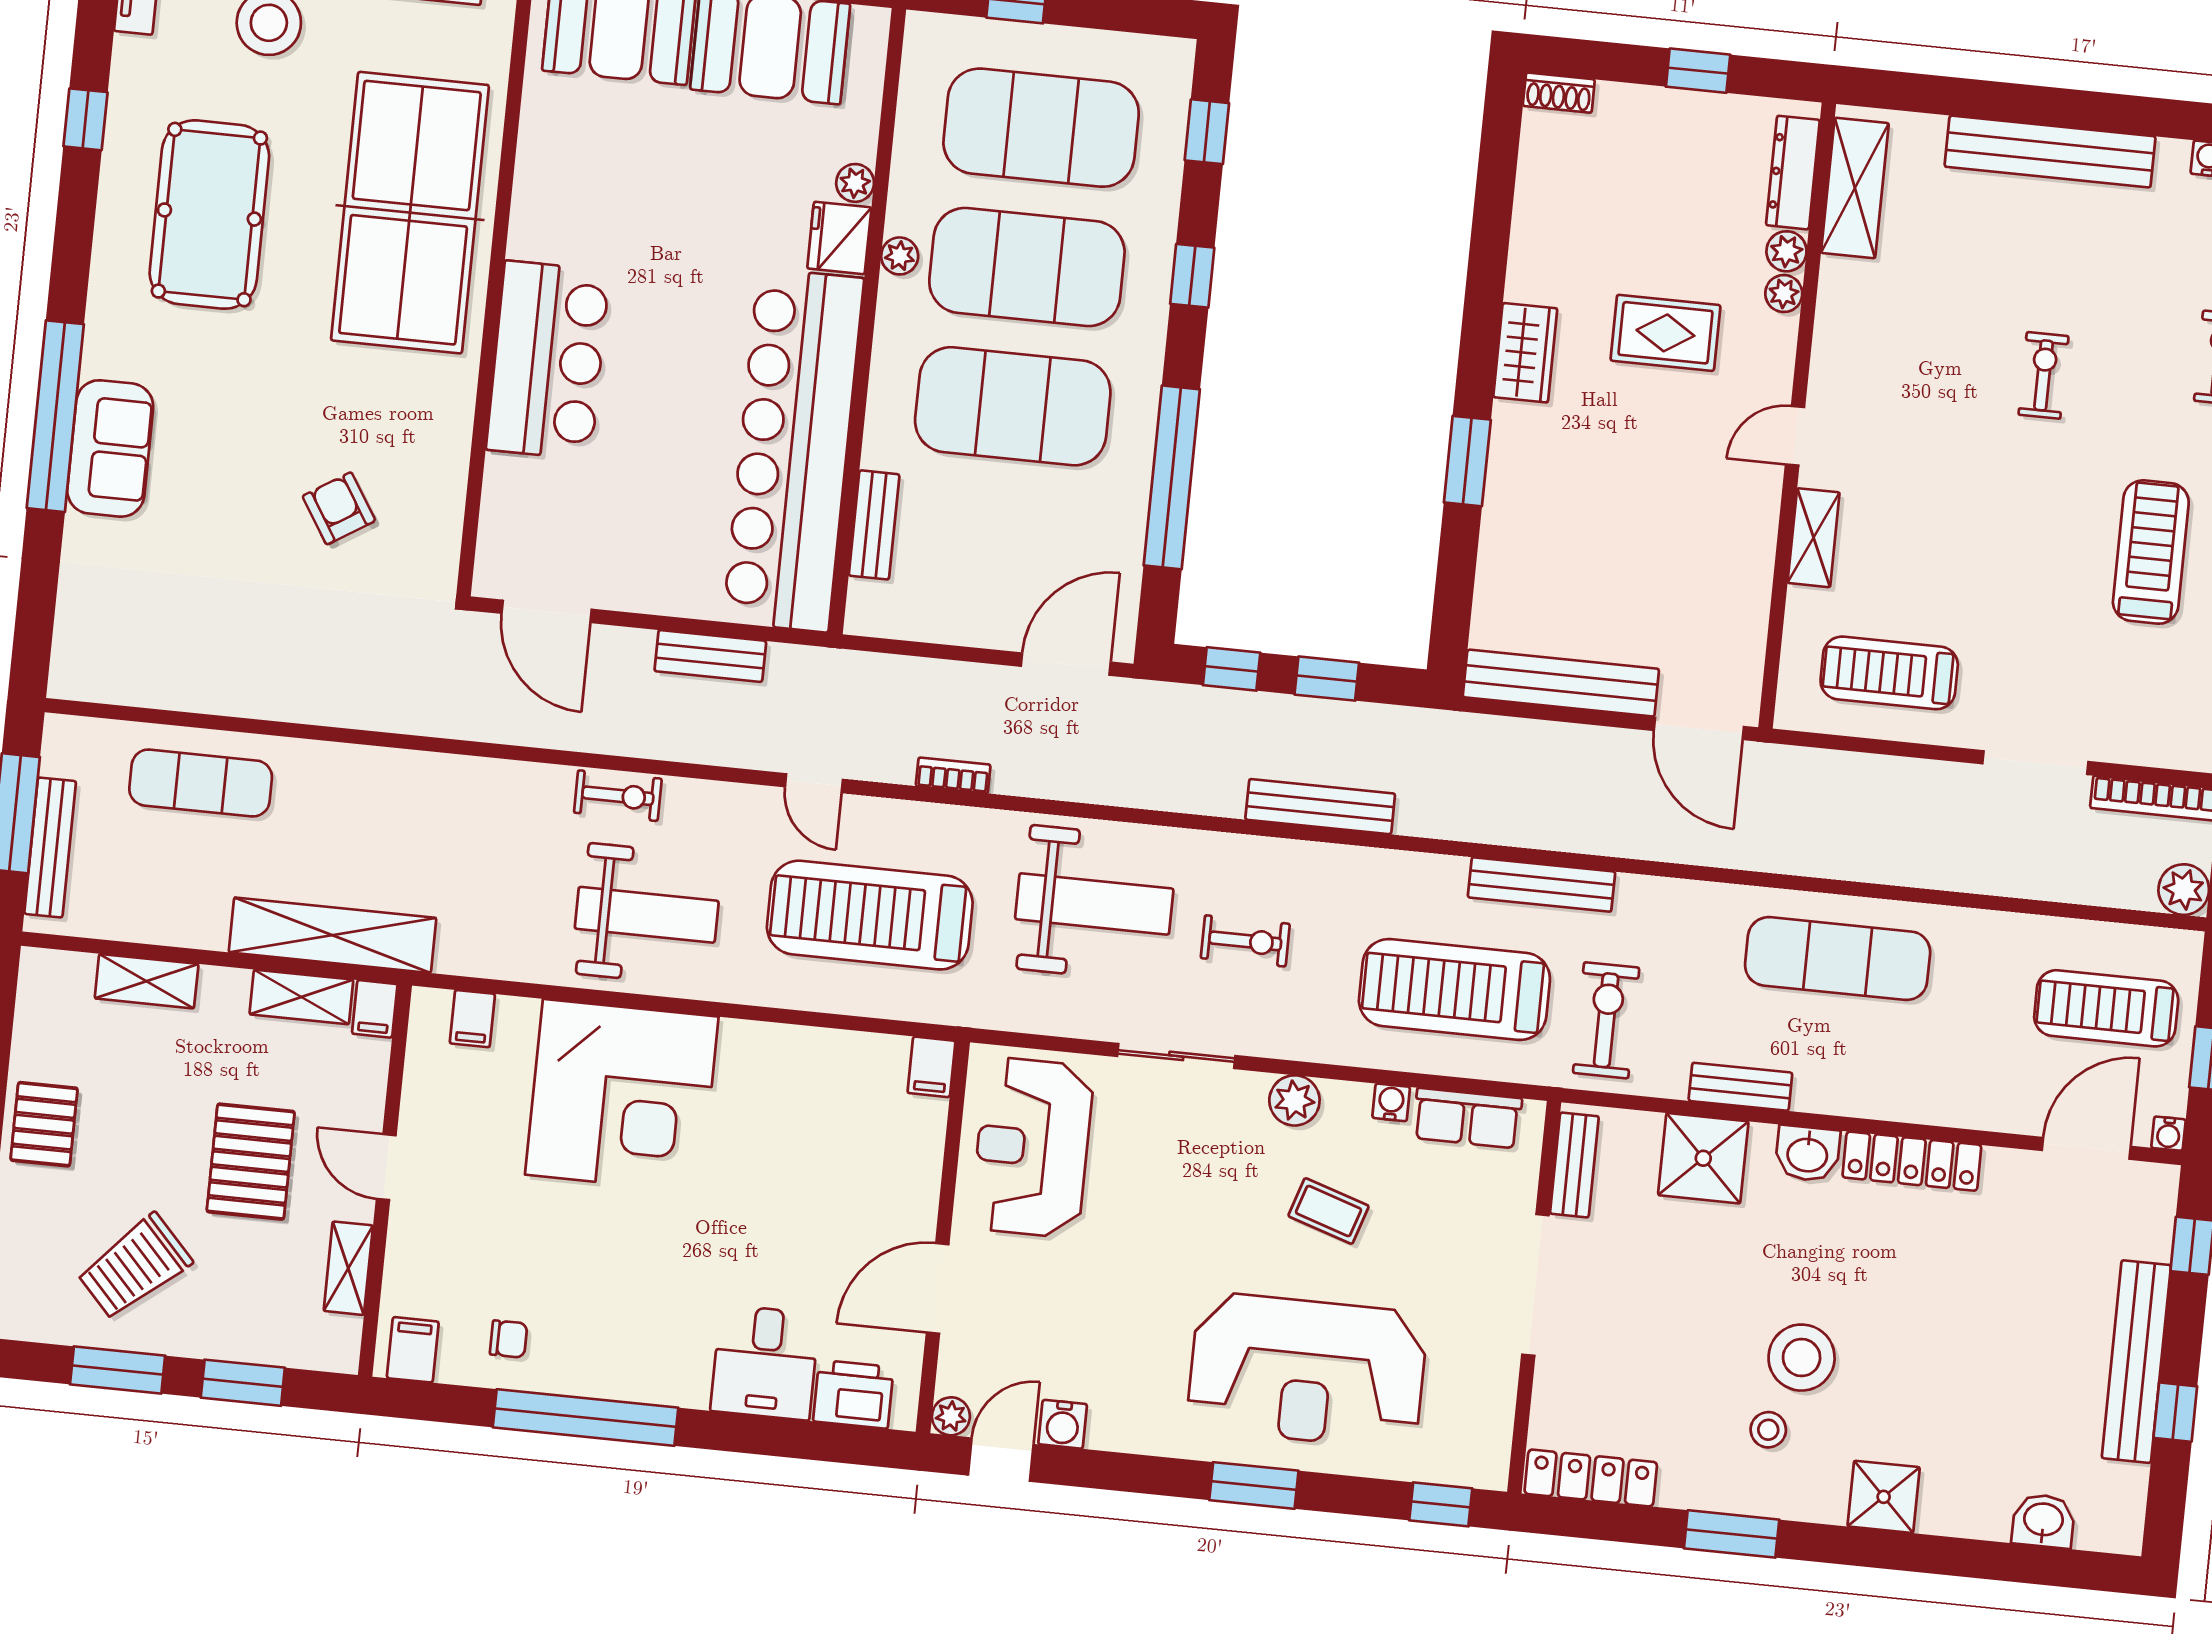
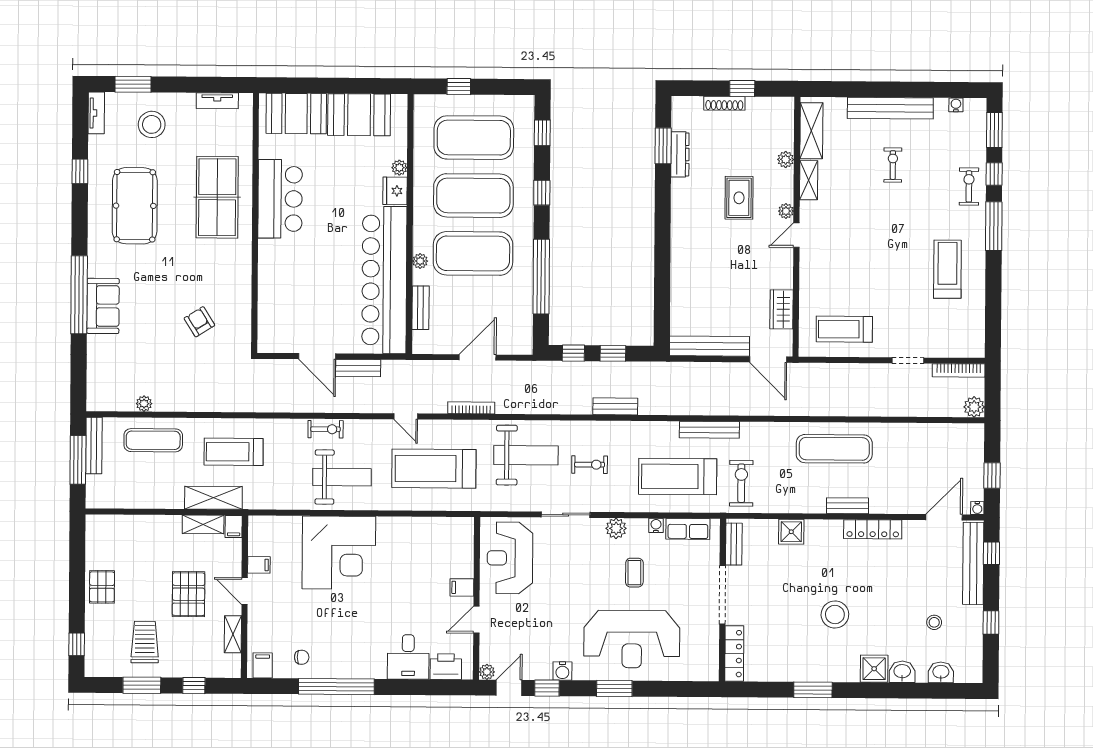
shoe rack: (1559, 93) -> (724, 103), moved, width x1.43
dresser: (1793, 173) -> (680, 154), moved, turned 180
table tennis table: (410, 213) -> (217, 197), width x0.73, depth x0.76
plant: (900, 256) -> (420, 261), moved
plant: (1784, 294) -> (786, 211), moved
rug: (1665, 333) -> (739, 198), turned 90
wardrobe: (1525, 353) -> (781, 309), moved, turned 180
bar counter: (548, 360) -> (280, 199), moved
exercise bike: (2044, 375) -> (893, 165), moved
window: (1467, 461) -> (663, 146), moved
shelving: (1814, 538) -> (809, 180), moved
door: (547, 611) -> (317, 356), moved
door: (1066, 664) -> (478, 357), moved
plant: (187, 693) -> (144, 404), added
doorway: (2035, 763) -> (908, 360), width x0.73
bookcase: (953, 775) -> (471, 408), width x1.56
bench: (1320, 807) -> (615, 406), width x0.73
bench: (50, 848) -> (94, 446), moved
shelving: (333, 935) -> (213, 498), width x0.68
shelving: (147, 981) -> (139, 524), removed
treadmill: (2106, 1008) -> (234, 452), moved
filing cabinet: (472, 1019) -> (259, 565), moved, turned -90
filing cabinet: (931, 1067) -> (462, 587), moved, turned 90
bench: (1740, 1087) -> (847, 506), moved
washbasin: (1807, 1154) -> (902, 672), moved, turned 180
shower: (1703, 1158) -> (791, 532), width x0.73, depth x0.73
coffee table: (1329, 1211) -> (634, 573), turned 72
trolley: (134, 1267) -> (145, 642), turned 133
door: (938, 1288) -> (476, 620), width x0.73
bench: (2136, 1362) -> (973, 563), moved
window: (243, 1383) -> (194, 686), width x0.67
water cooler: (1063, 1424) -> (562, 671), moved
stool: (1768, 1430) -> (934, 622), moved
locker: (1591, 1478) -> (734, 654), moved, turned 90
window: (1441, 1504) -> (547, 688), moved

